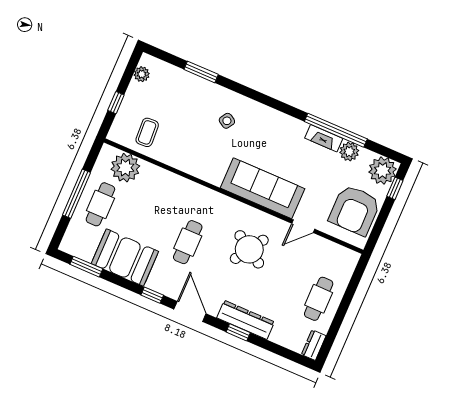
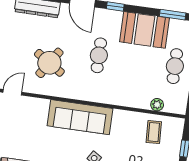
plant: (125, 168) -> (157, 105), width x0.53, depth x0.53
sofa: (262, 188) -> (80, 117), moved

